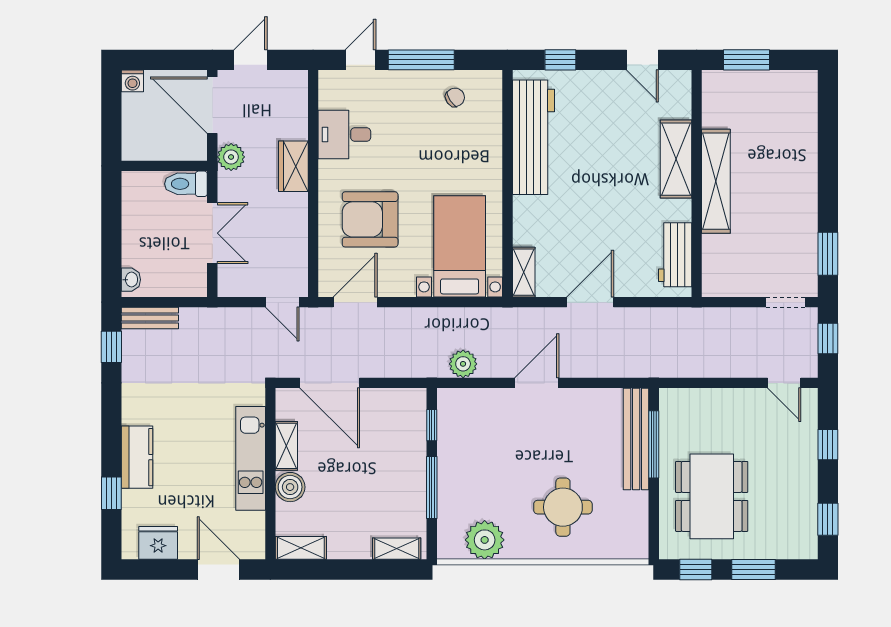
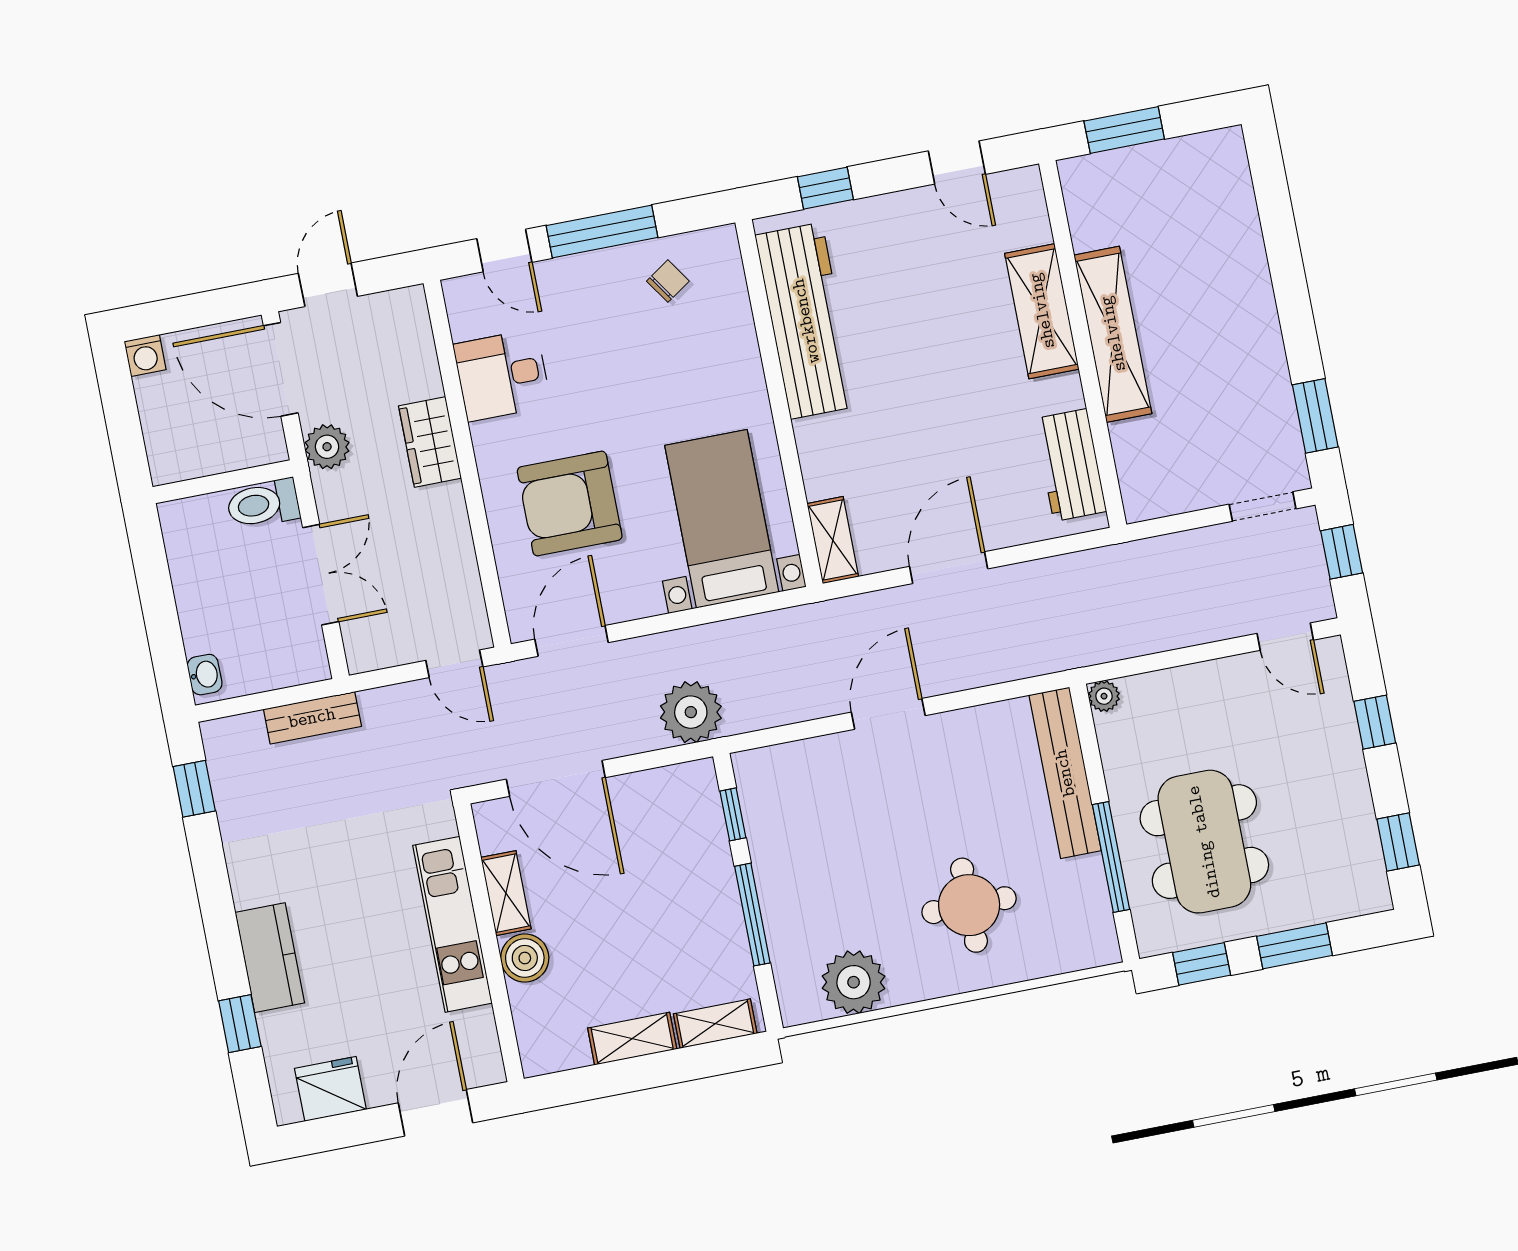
door: (360, 60) -> (504, 251), swing flipped
bench: (150, 318) -> (312, 718), moved
plant: (463, 364) -> (691, 712), moved, width x1.36, depth x1.36
plant: (668, 397) -> (1104, 696), added
window: (654, 444) -> (1111, 857), moved
shelving: (301, 548) -> (632, 1039), moved
door: (218, 570) -> (435, 1113), hinge flipped

